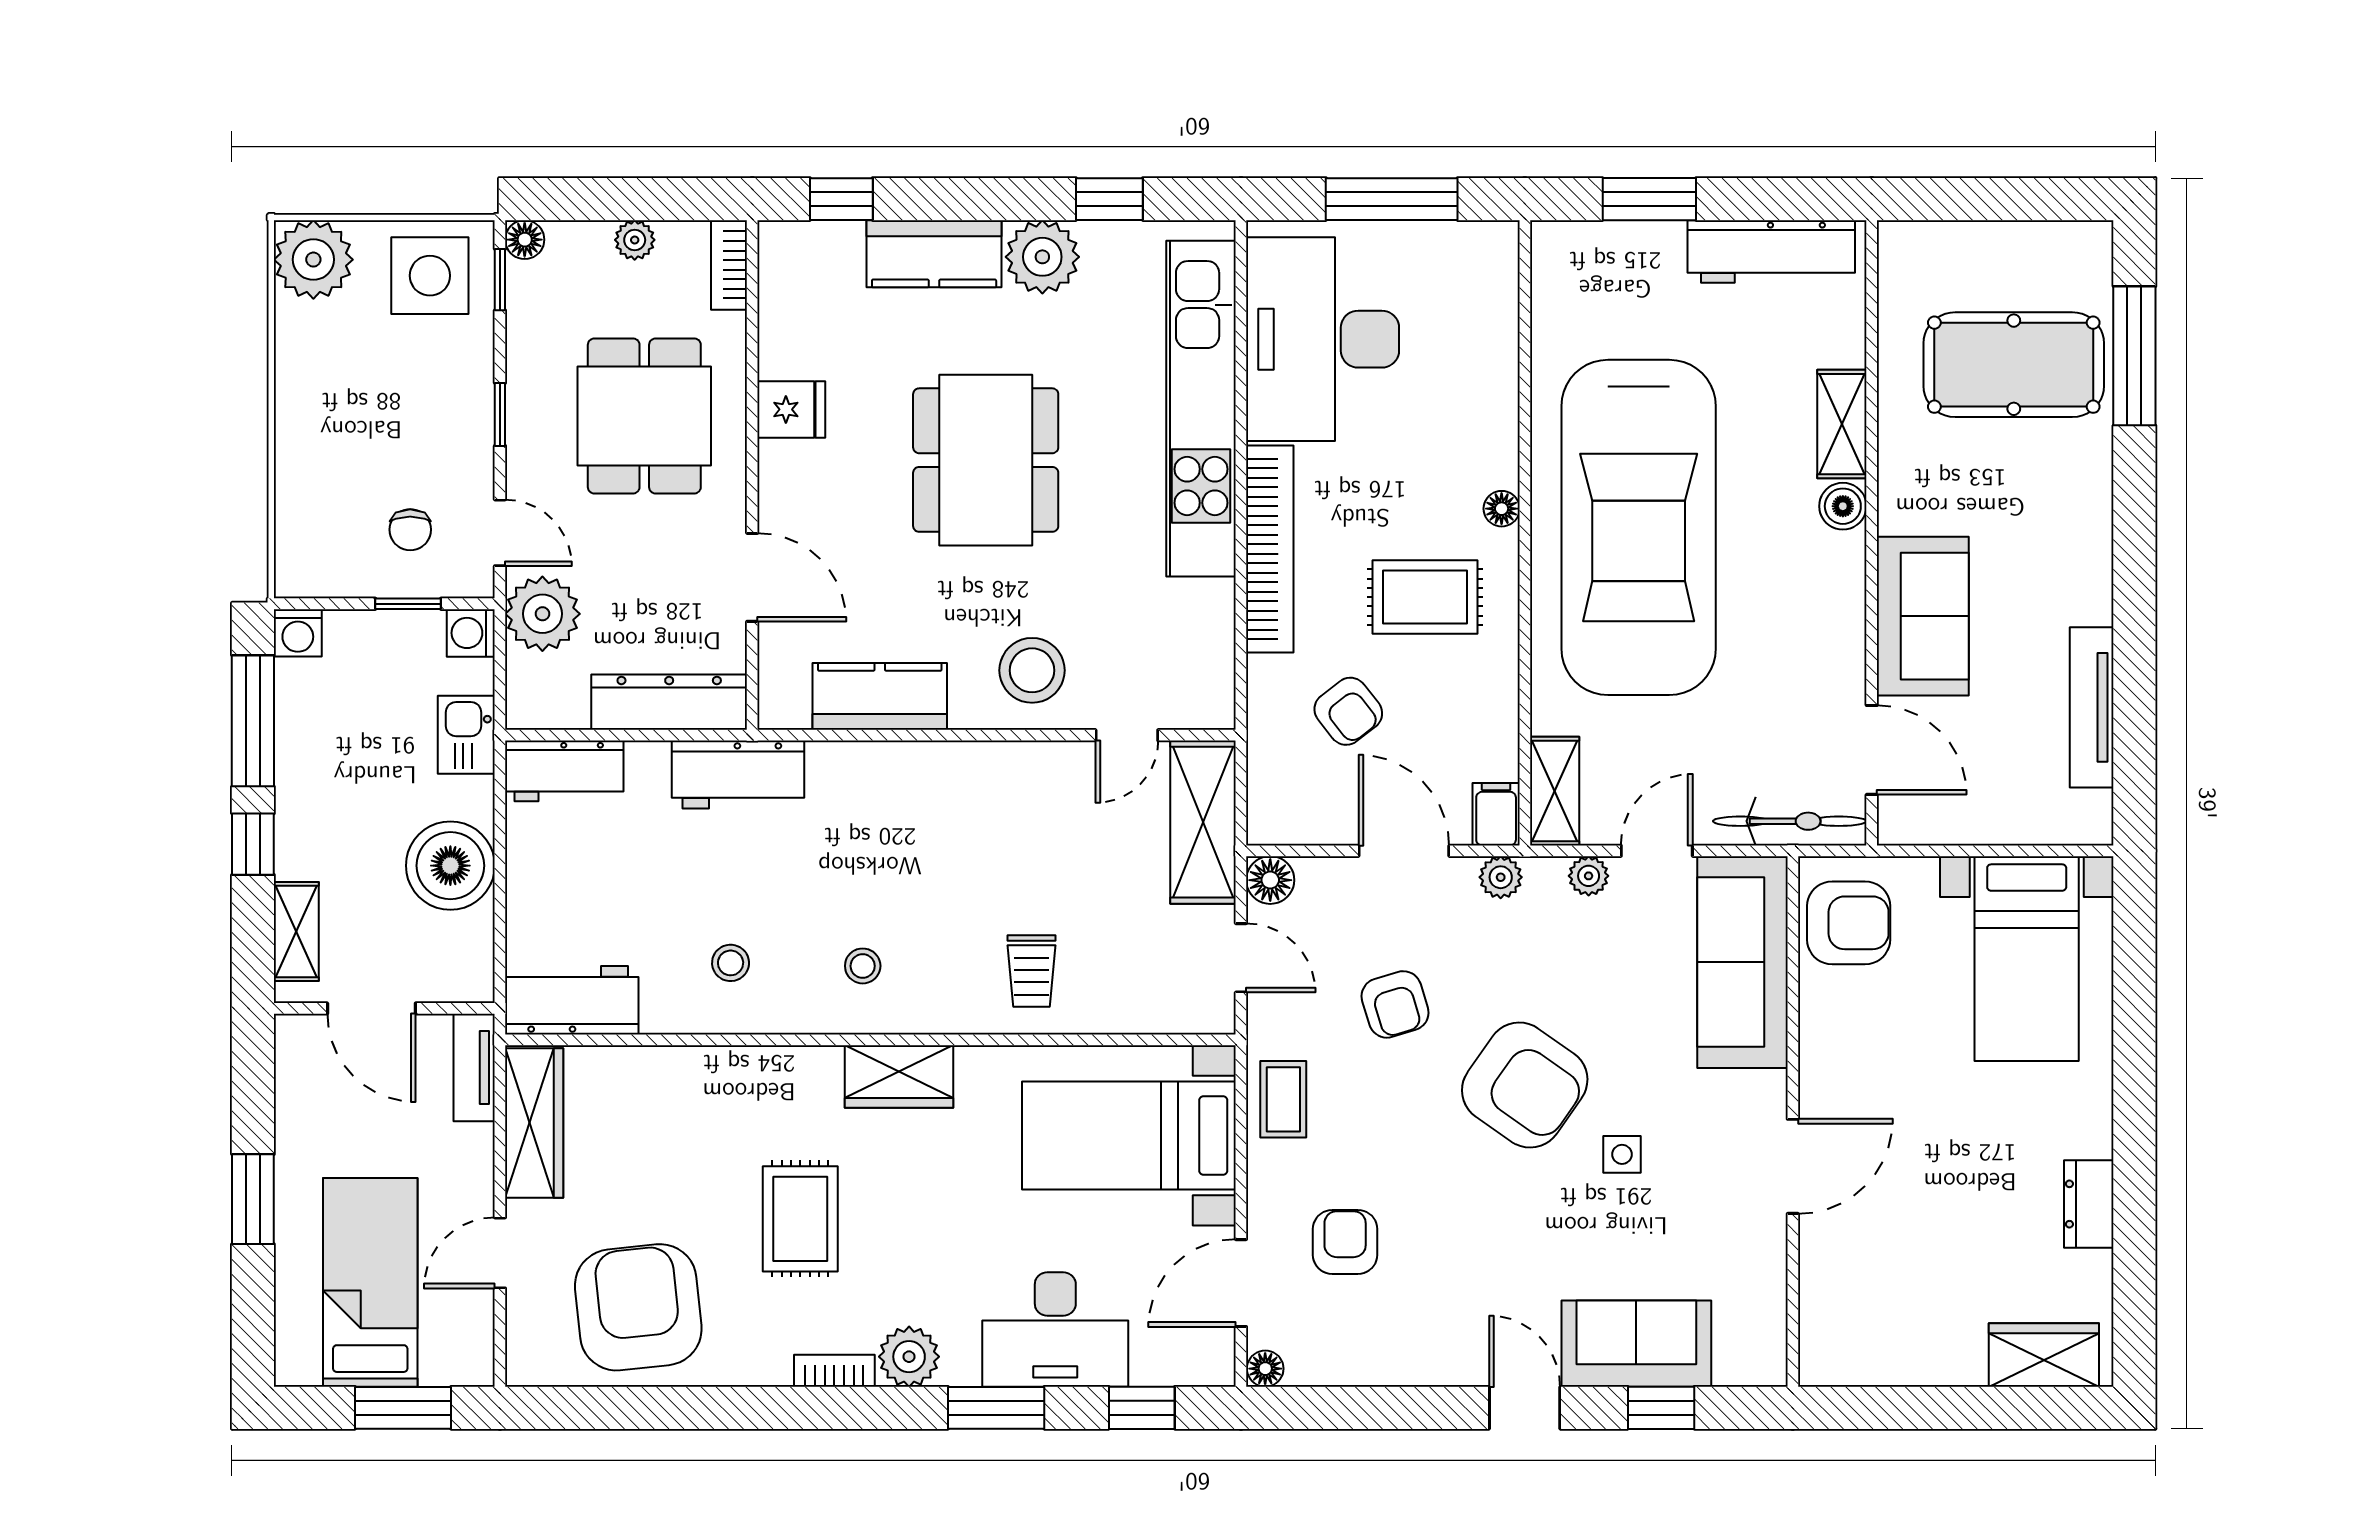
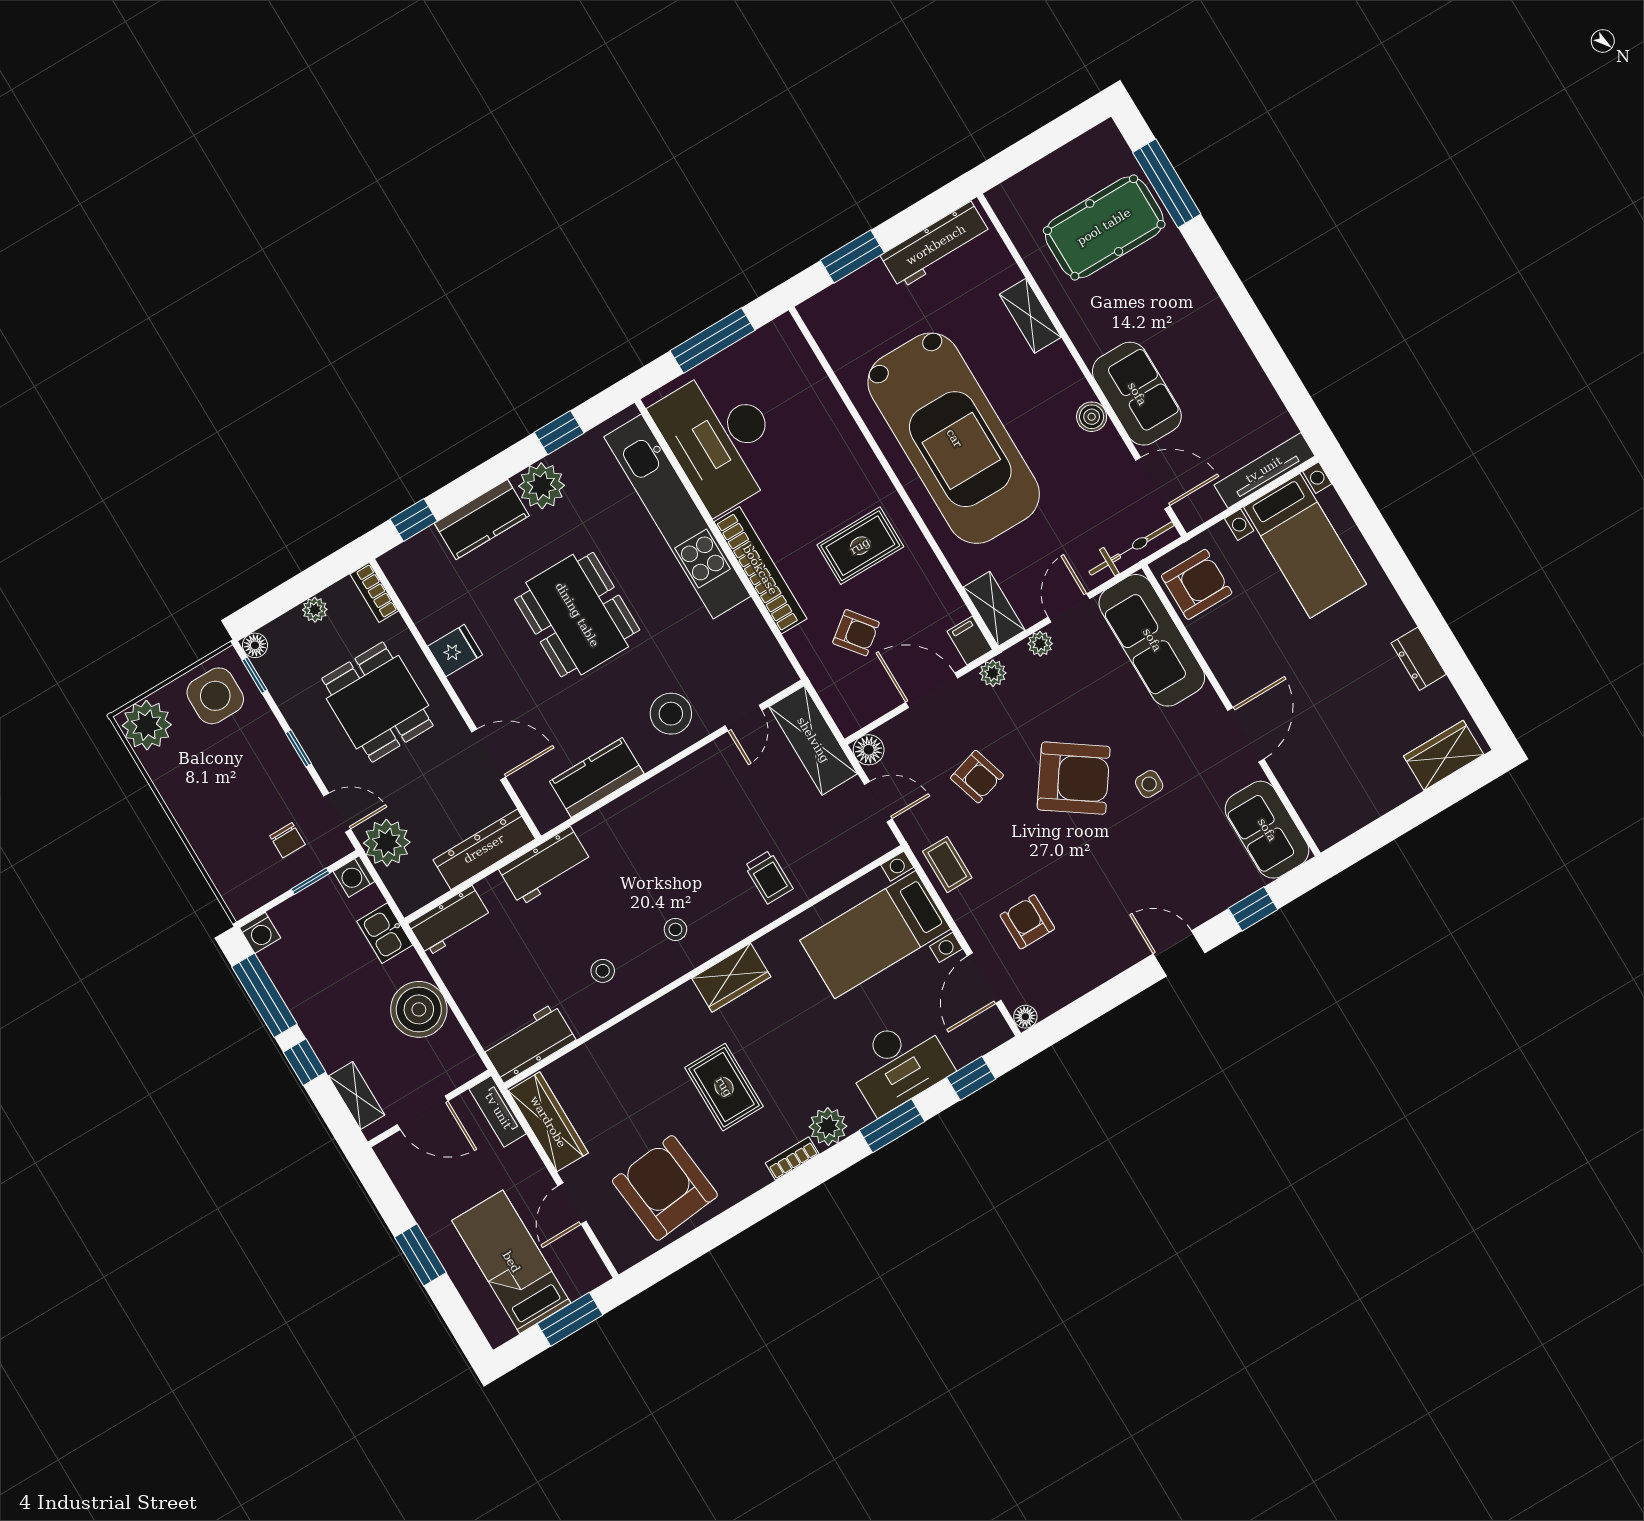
boiler: (1843, 506) -> (1092, 417), moved
floor lamp: (1502, 509) -> (873, 473), removed
tv unit: (2092, 707) -> (1264, 470), moved, turned 90
sofa: (1636, 1344) -> (1267, 830), moved, turned -90

